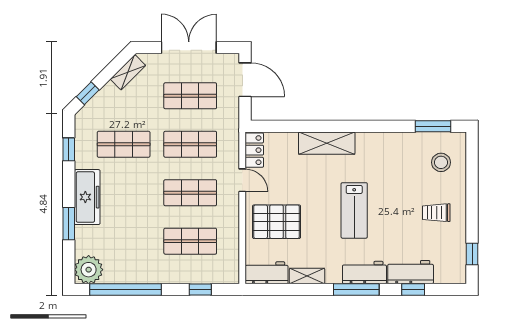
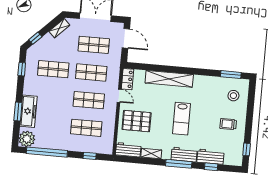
shelving: (327, 143) -> (169, 79), width x1.47
freezer: (87, 197) -> (29, 111), moved

